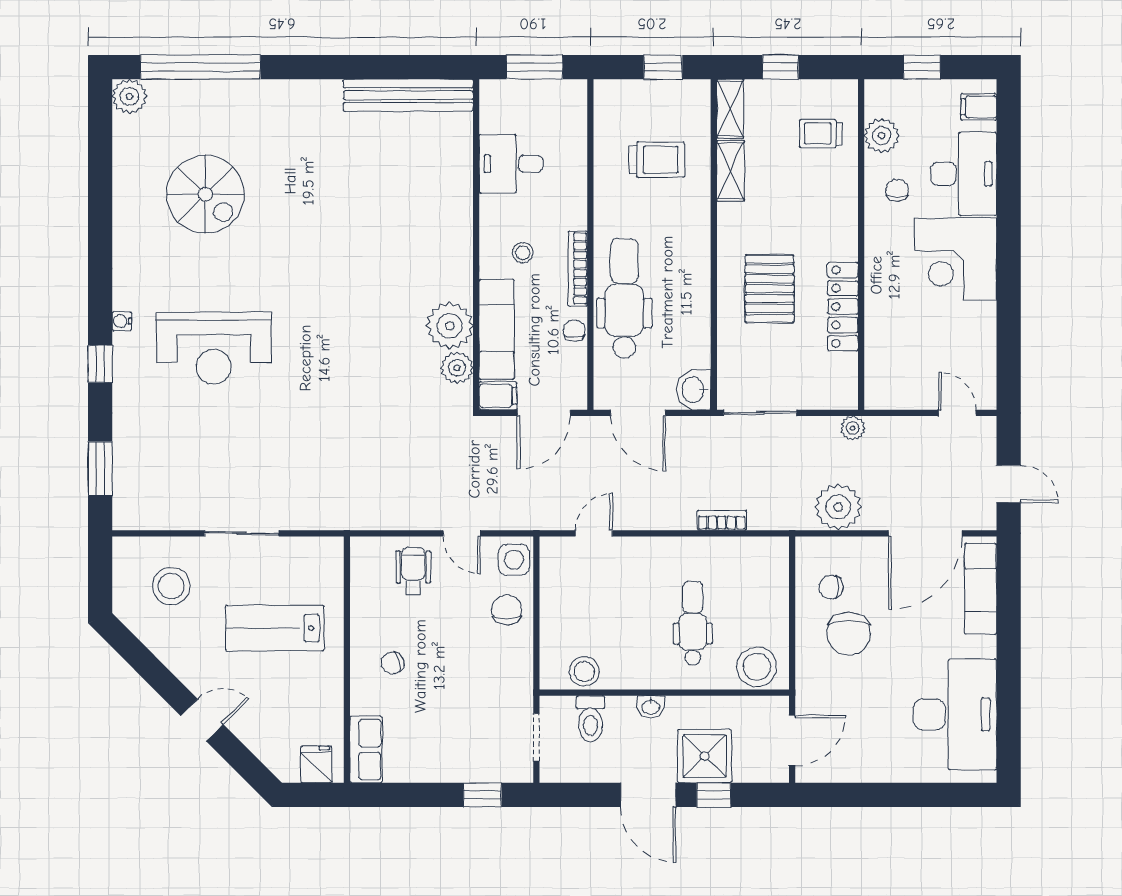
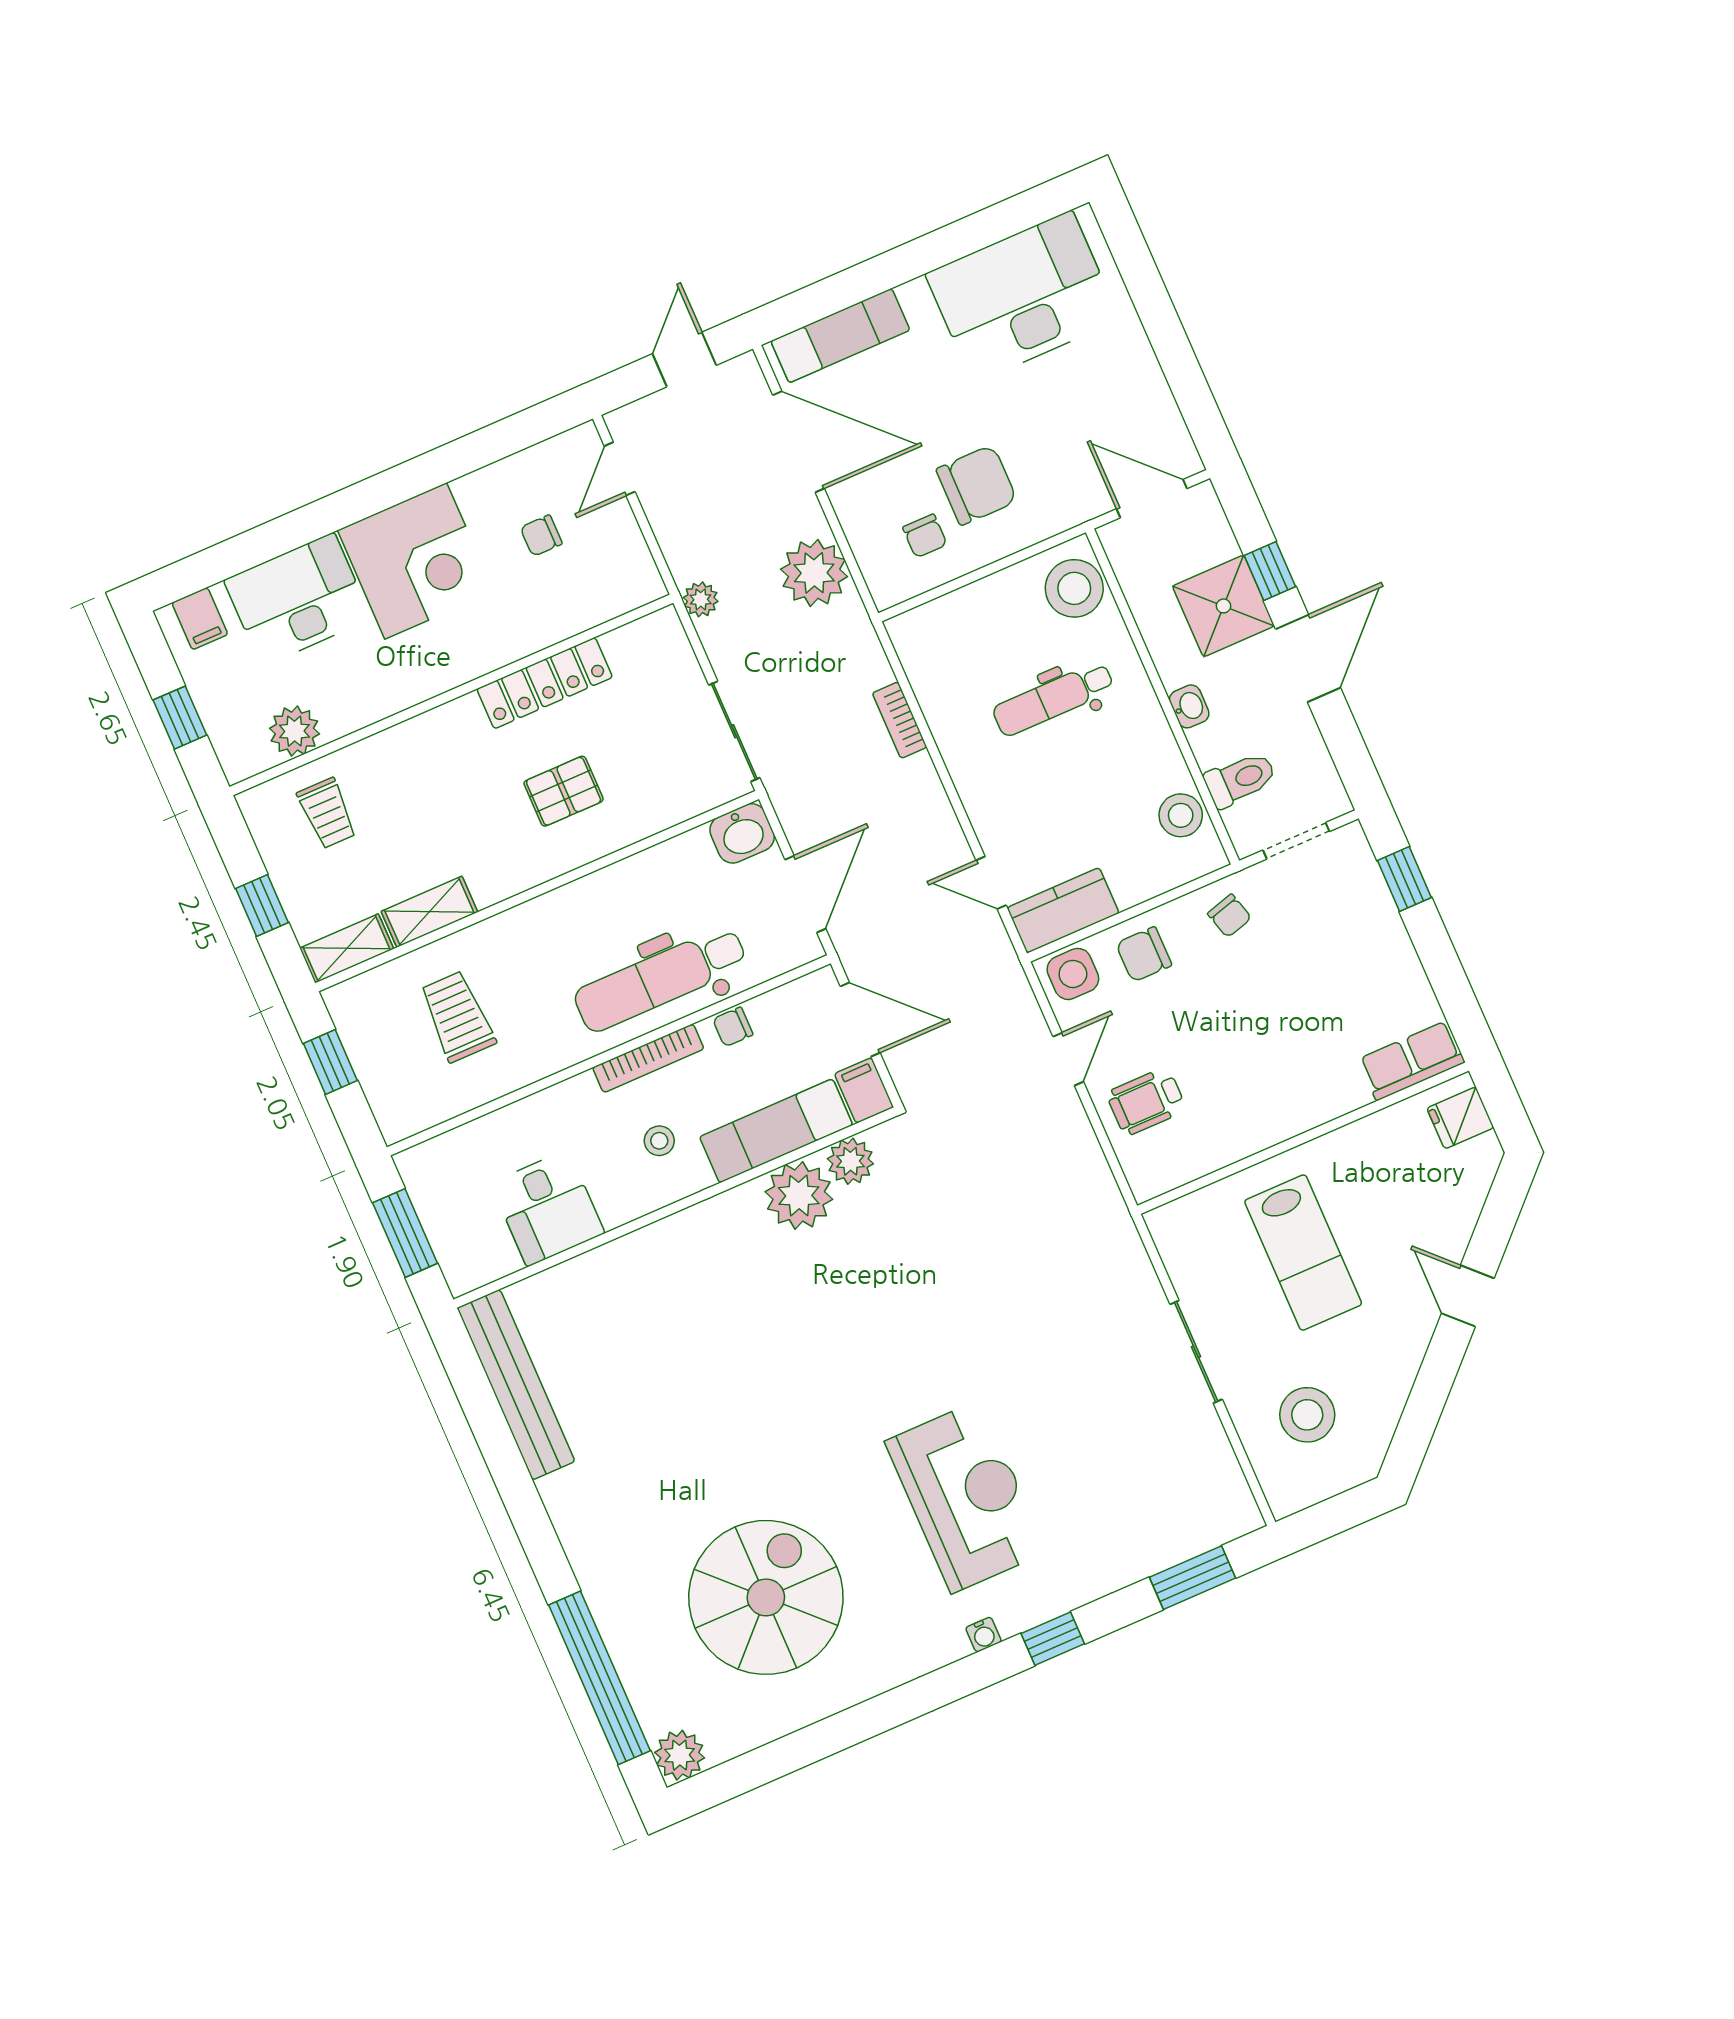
chair: (897, 190) -> (541, 536), moved
spiral stairs: (205, 194) -> (766, 1597), width x1.37, depth x1.37
pallet: (770, 289) -> (564, 791), width x0.67, depth x0.71
kitchen counter: (557, 571) -> (1063, 910), added
chair: (393, 663) -> (1229, 916), moved

